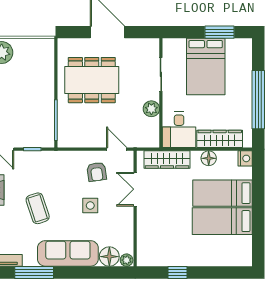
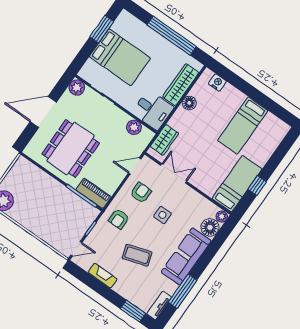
plant: (151, 47) -> (77, 87), added
plant: (151, 109) -> (134, 127), moved
piano: (66, 129) -> (93, 193), added
nightstand: (245, 158) -> (217, 82), moved
wardrobe: (167, 160) -> (165, 140), width x0.67
armchair: (59, 169) -> (119, 219), added
armchair: (97, 172) -> (141, 193), turned -82
double door: (135, 189) -> (174, 173), swing flipped
bed: (223, 193) -> (237, 184), moved, turned 180

